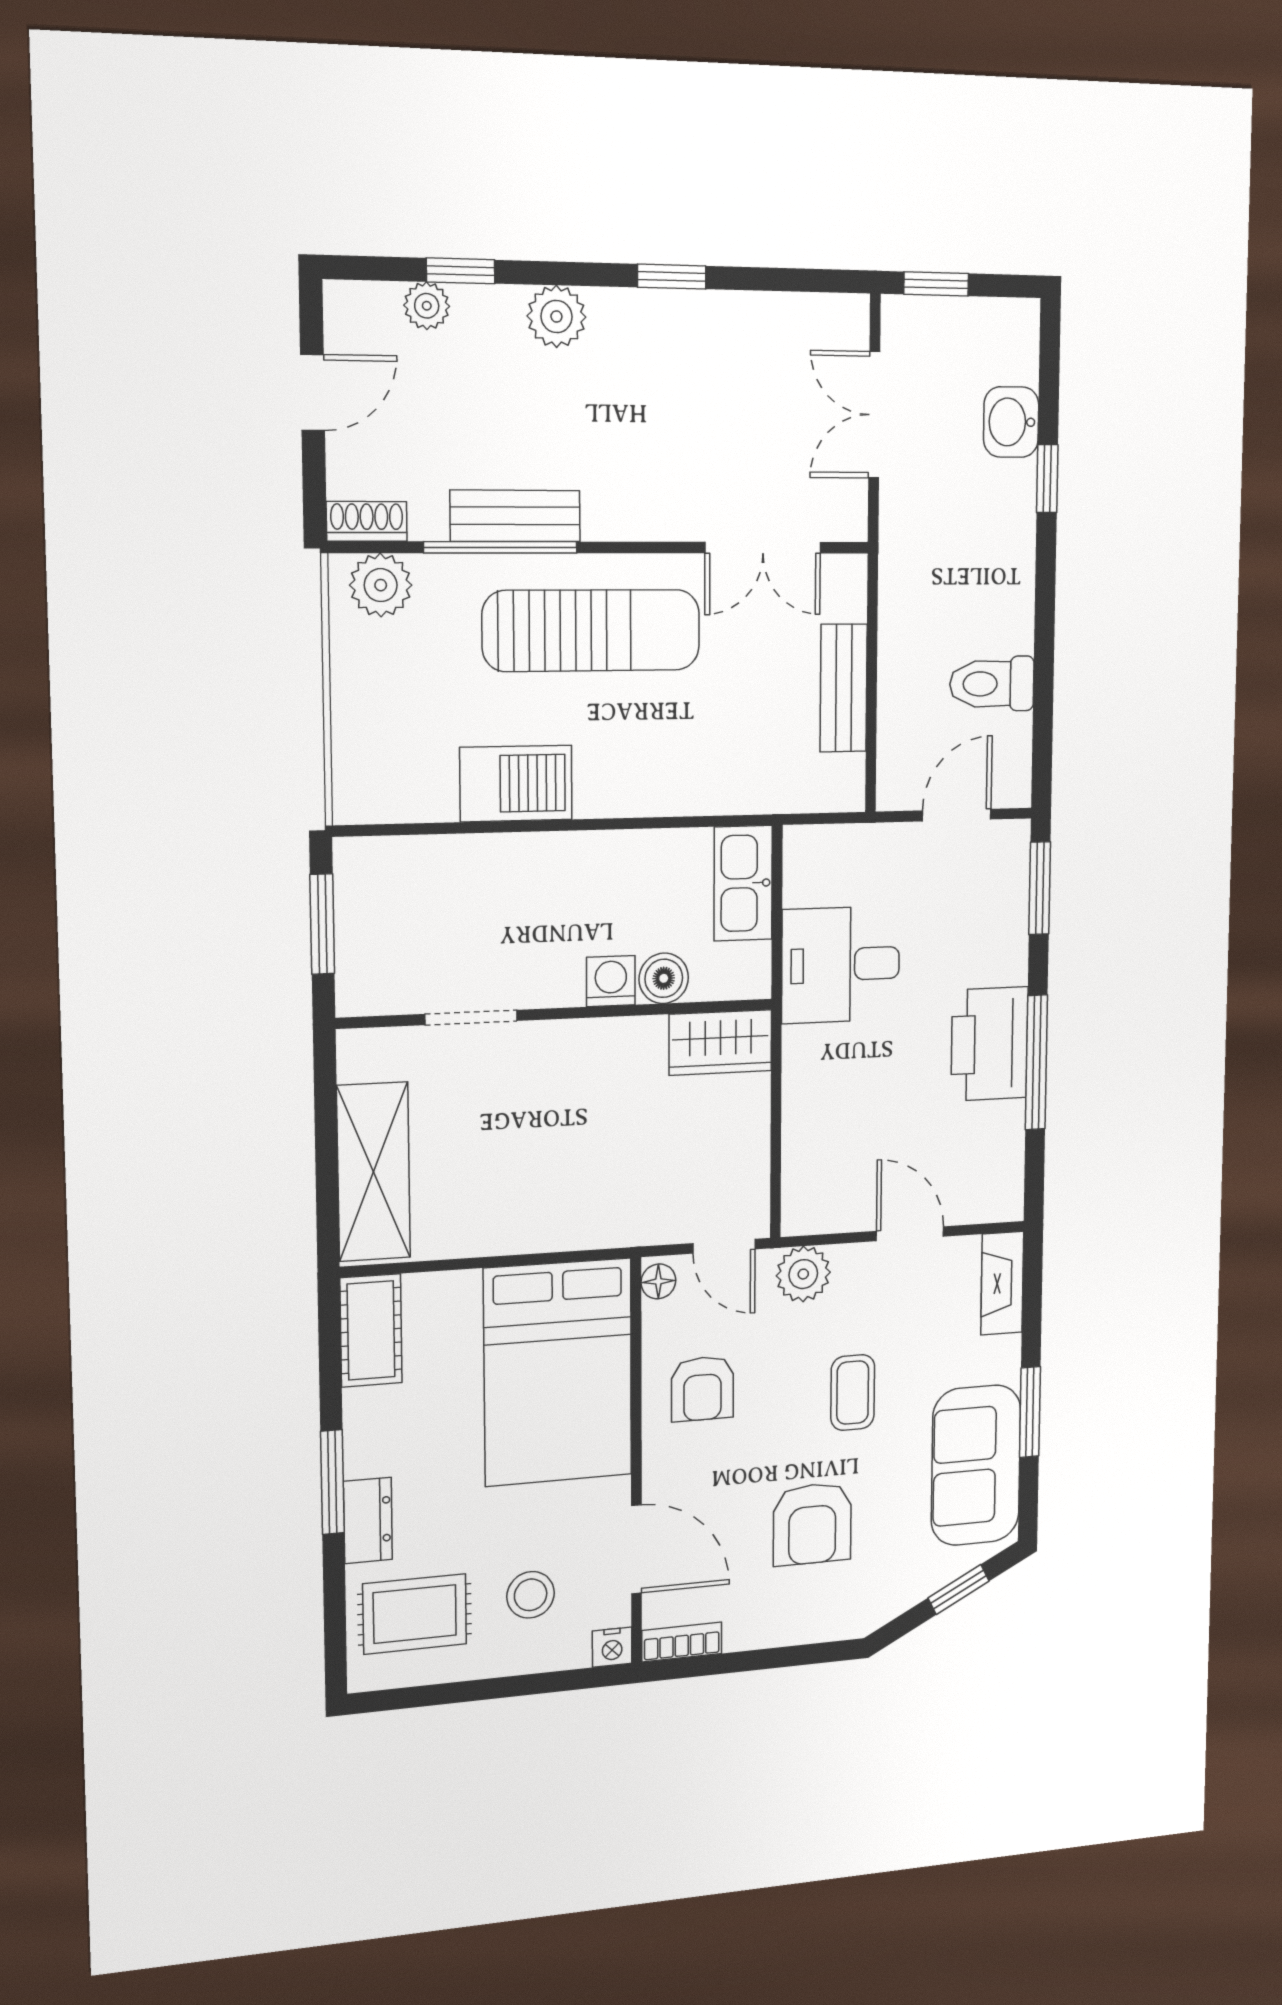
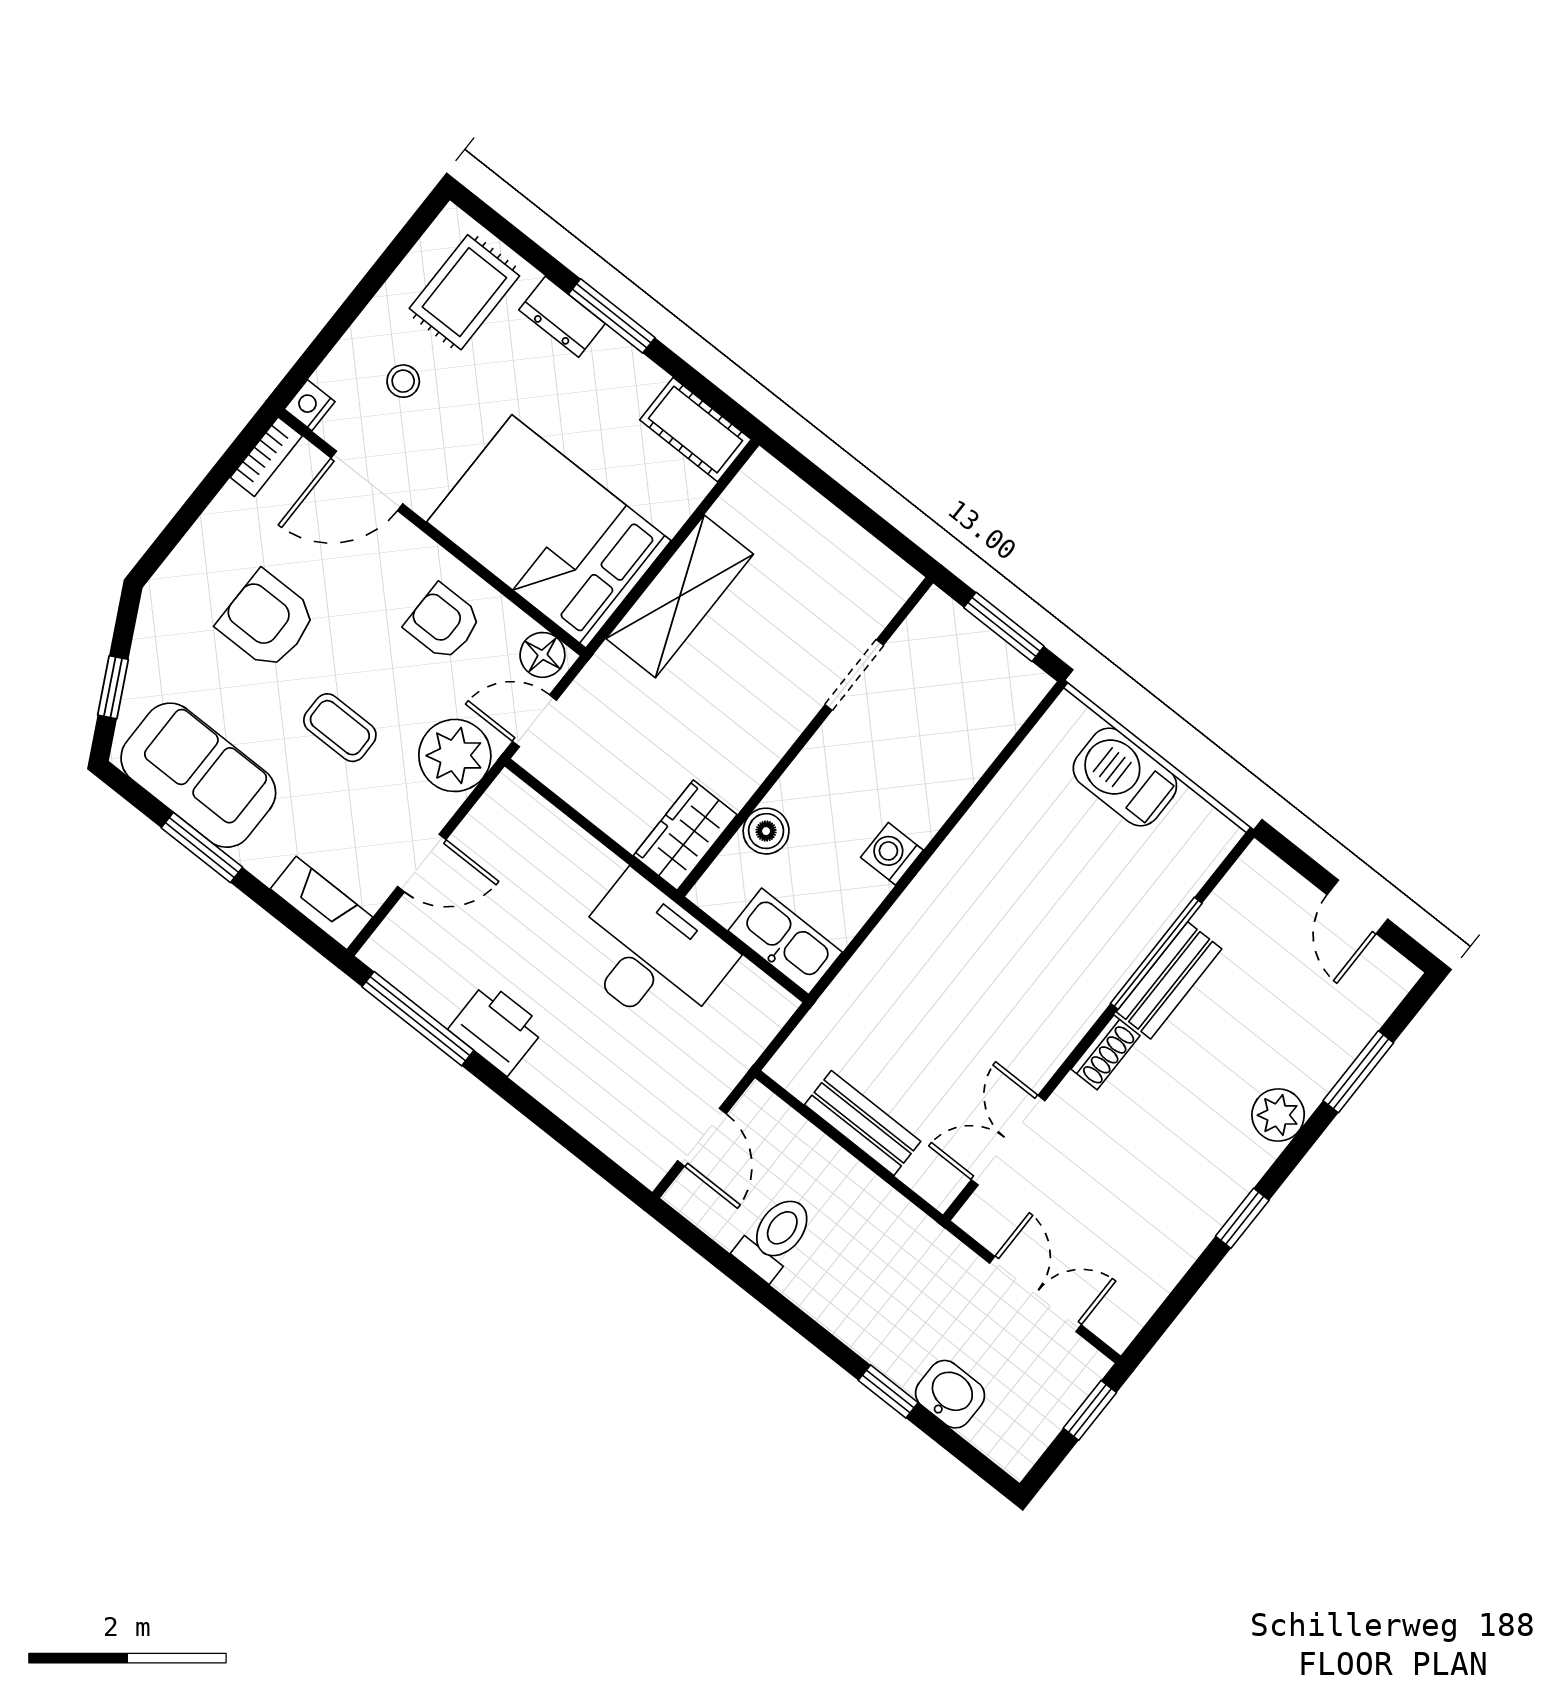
window: (461, 271) -> (1358, 1072), width x1.50
plant: (427, 306) -> (1354, 1030), removed
shoe rack: (367, 521) -> (1105, 1052), moved
plant: (381, 585) -> (1197, 851), removed
sun lounger: (592, 630) -> (1050, 972), removed
barbecue: (516, 783) -> (1125, 777), moved, turned 90
window: (1040, 888) -> (595, 1159), removed
desk: (841, 965) -> (651, 954), width x1.37
washing machine: (611, 981) -> (892, 854), moved, turned 180
printer: (990, 1044) -> (497, 1028), width x0.73, depth x0.84
window: (1036, 1062) -> (418, 1019), moved
shelving: (374, 1172) -> (680, 596), moved, turned 90
plant: (803, 1274) -> (455, 755), width x1.36, depth x1.36
floor lamp: (658, 1281) -> (542, 655), width x1.37, depth x1.37
stool: (531, 1595) -> (403, 381), width x0.73, depth x0.73

